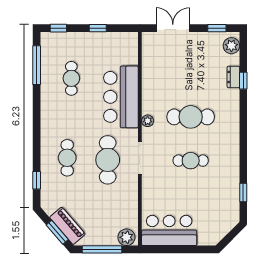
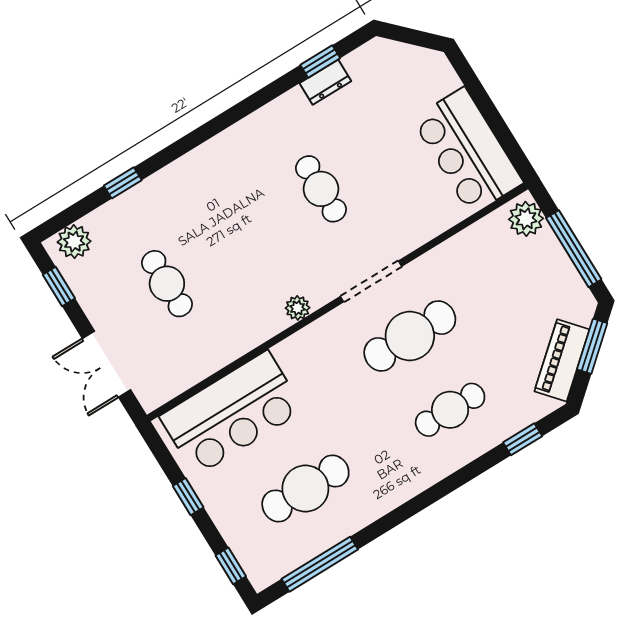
dresser: (233, 77) -> (325, 82), moved
cafe table: (71, 78) -> (305, 488), width x1.37, depth x1.35
bar counter: (121, 97) -> (232, 413), moved
cafe table: (191, 117) -> (167, 284), moved, width x0.73, depth x0.74
piano: (67, 226) -> (562, 360), moved

